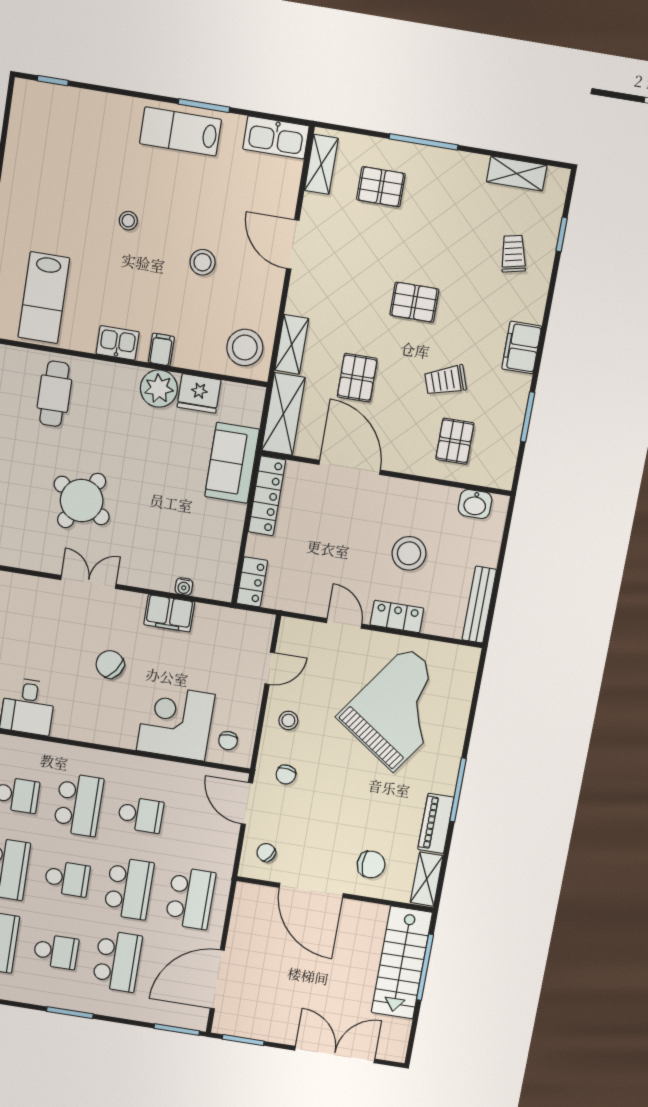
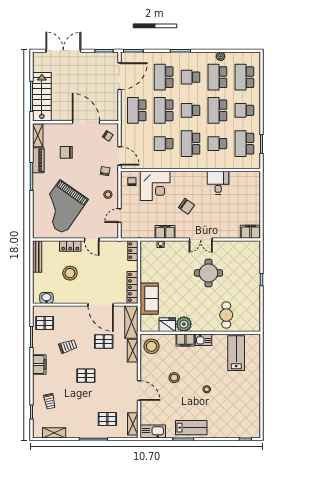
filing cabinet: (161, 350) -> (185, 340), width x2.00
pallet: (357, 378) -> (104, 342), turned 90
pallet: (455, 441) -> (45, 323), moved, turned 90
round table: (82, 501) -> (209, 273), turned -31
chair: (371, 864) -> (66, 152), moved
double door: (335, 1055) -> (63, 51), swing flipped

